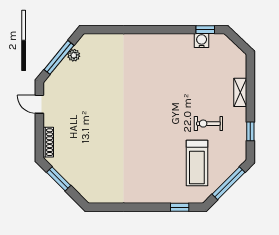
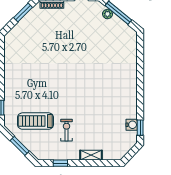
plant: (74, 55) -> (107, 14), moved
window: (229, 183) -> (20, 146), width x0.69

